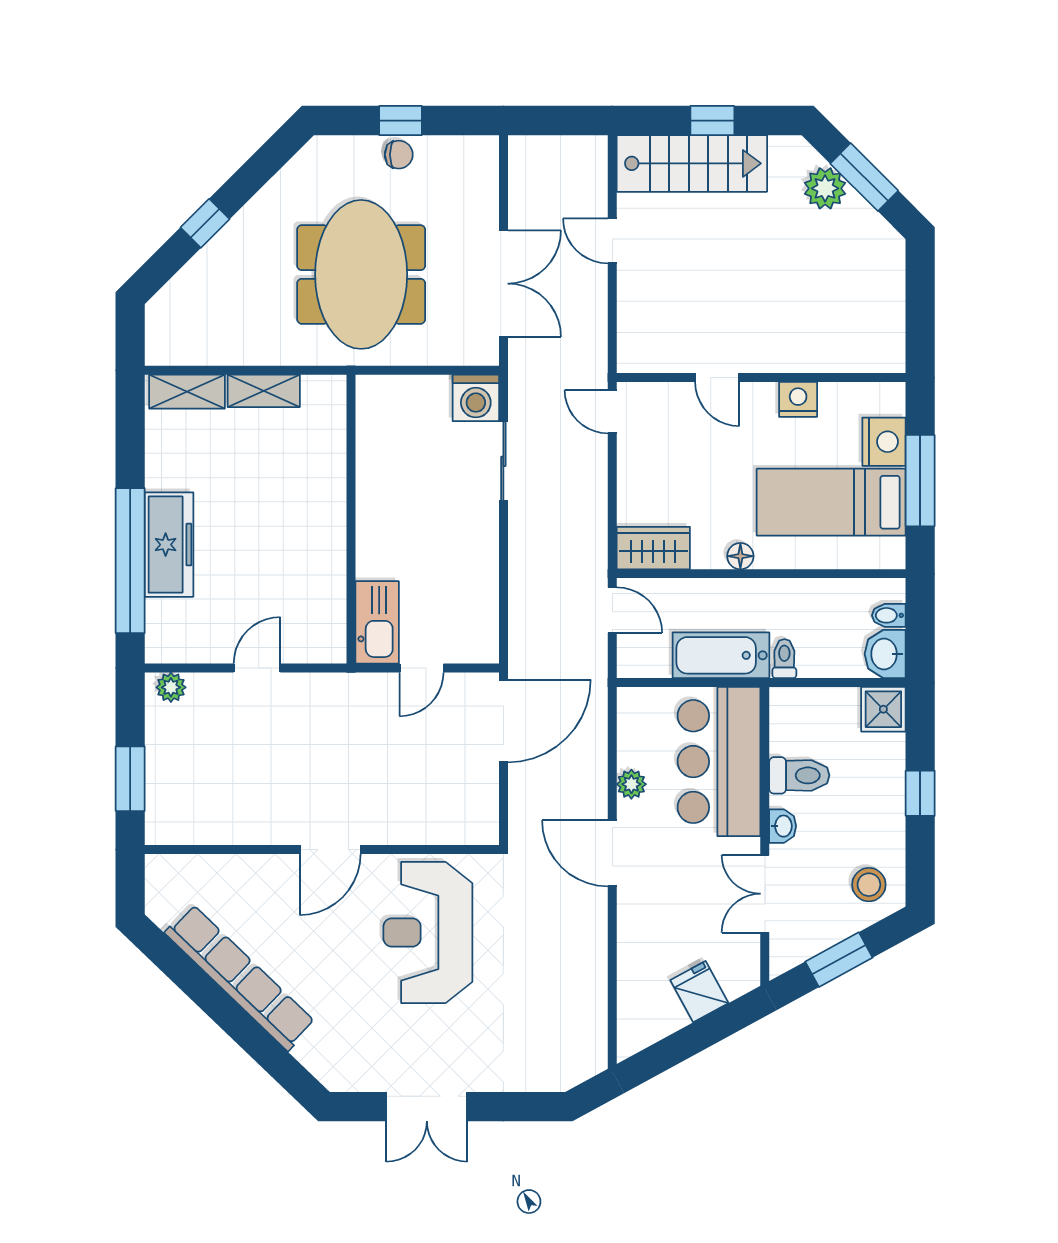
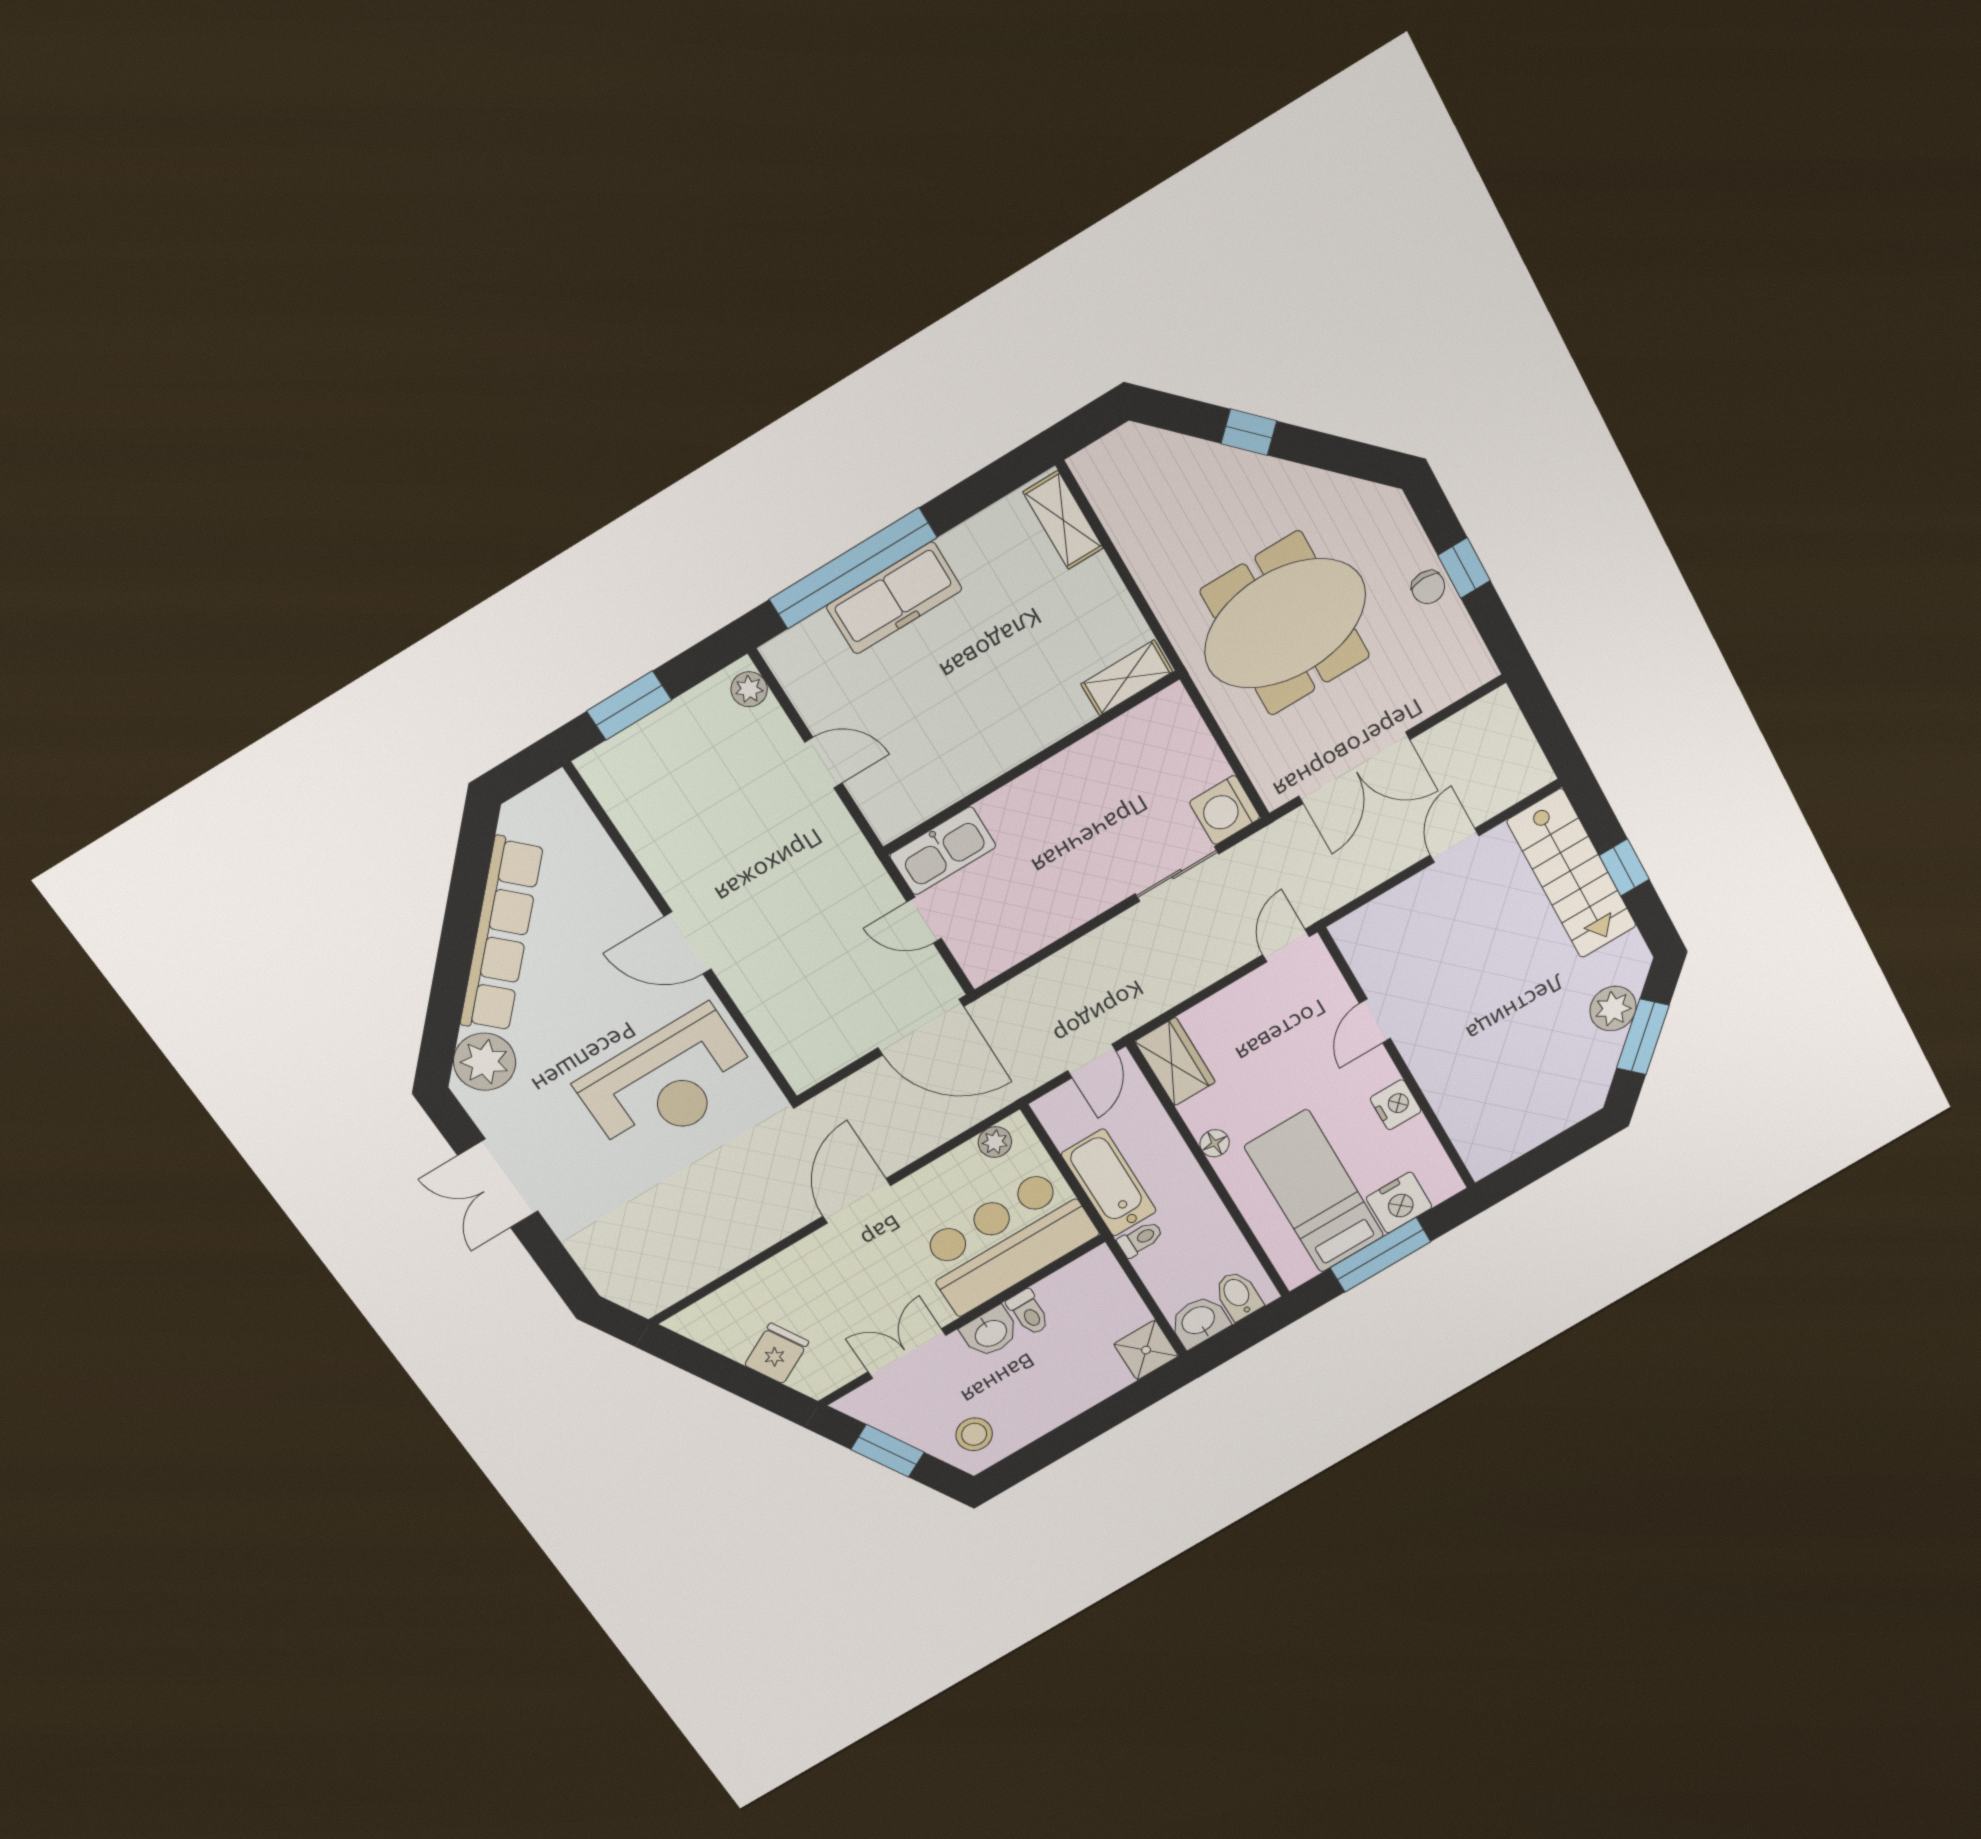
shelving: (264, 391) -> (1127, 678), moved, turned 90
bidet: (889, 615) -> (1238, 1295), width x1.38, depth x1.36
toilet: (799, 775) -> (1029, 1312), width x0.73, depth x0.72
plant: (631, 784) -> (995, 1142), moved
window: (920, 793) -> (1087, 1426), removed
washbasin: (783, 826) -> (990, 1332), width x1.38, depth x1.45
reception desk: (428, 932) -> (668, 1082), turned 180
plant: (327, 1053) -> (485, 1062), added

